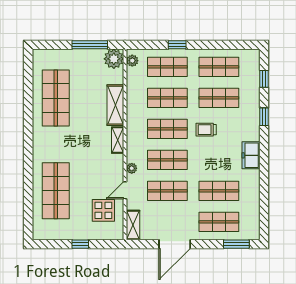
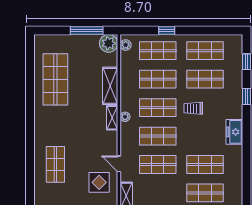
plant: (132, 168) -> (125, 117), moved
door: (125, 190) -> (119, 164), hinge flipped
shop shelf: (56, 191) -> (55, 164), width x0.70, depth x0.74

